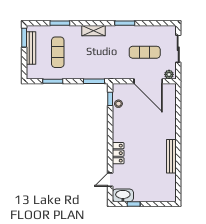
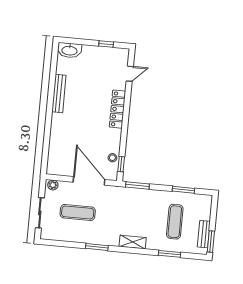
bench: (31, 48) -> (204, 234), width x0.73
door: (148, 81) -> (89, 181), moved
locker: (118, 153) -> (117, 109), width x1.53
washbasin: (123, 195) -> (70, 50), moved

